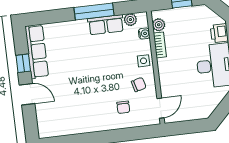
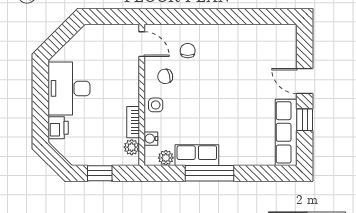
door: (161, 108) -> (142, 44), swing flipped

